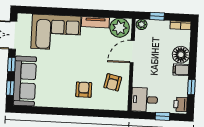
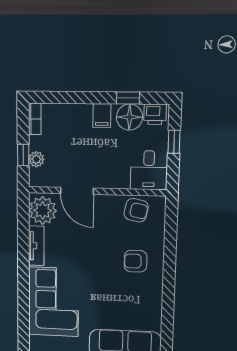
plant: (142, 24) -> (36, 159), moved
floor lamp: (181, 55) -> (129, 117), moved
armchair: (113, 82) -> (136, 210), moved

